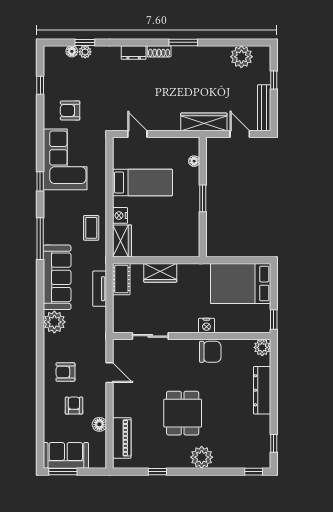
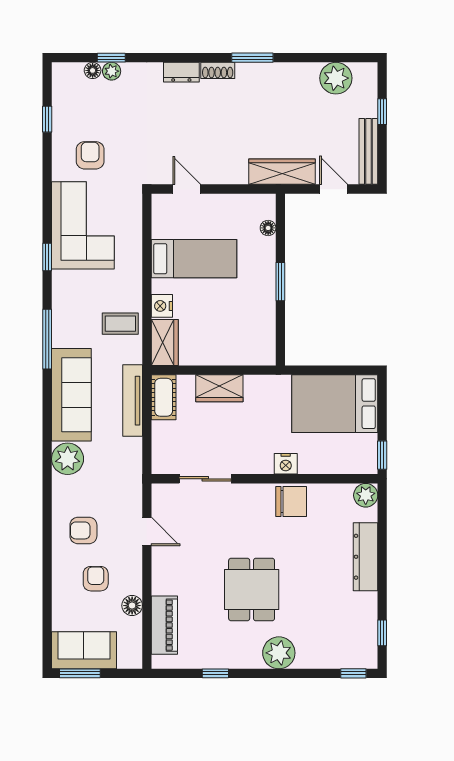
armchair: (70, 110) -> (90, 155), turned 90
coffee table: (91, 228) -> (120, 324), turned 90
tv unit: (100, 289) -> (133, 401), width x1.41

